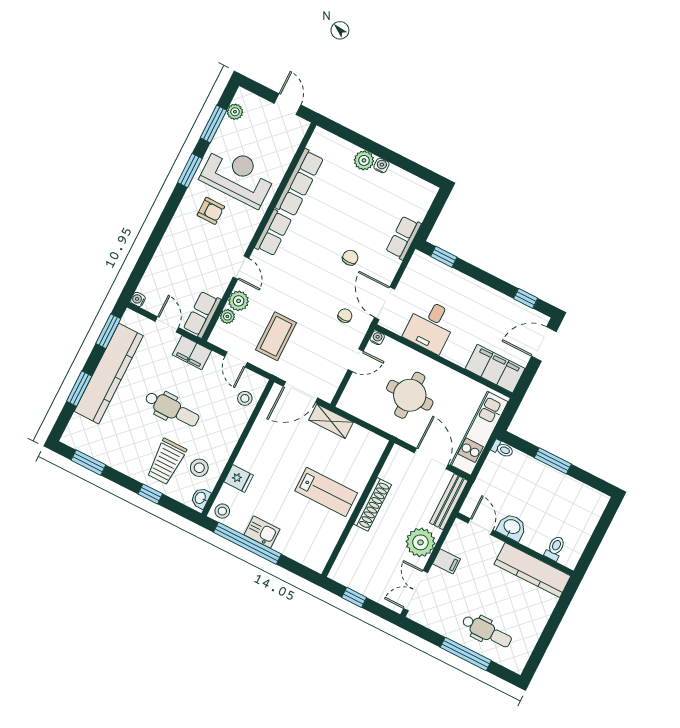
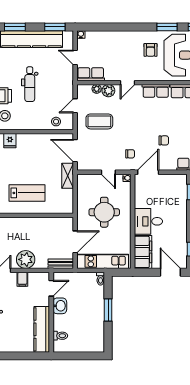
door: (167, 324) -> (75, 57), swing flipped
desk: (430, 326) -> (148, 221), moved
filing cabinet: (192, 353) -> (67, 79), removed
lab bench: (326, 492) -> (27, 193), turned -90
bench: (449, 502) -> (61, 264), width x0.73
shoe rack: (372, 504) -> (33, 222), removed

